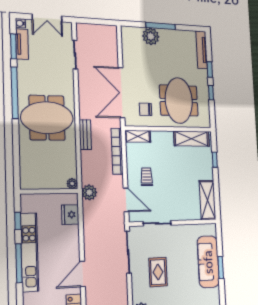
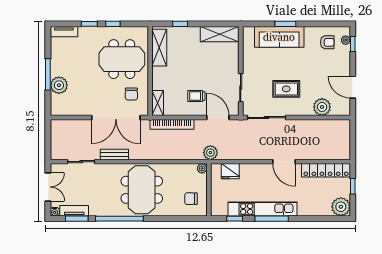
tv unit: (202, 50) -> (64, 32), width x0.71
bench: (85, 135) -> (114, 154), moved
chair: (39, 172) -> (191, 199), added
door: (126, 200) -> (218, 118), hinge flipped

